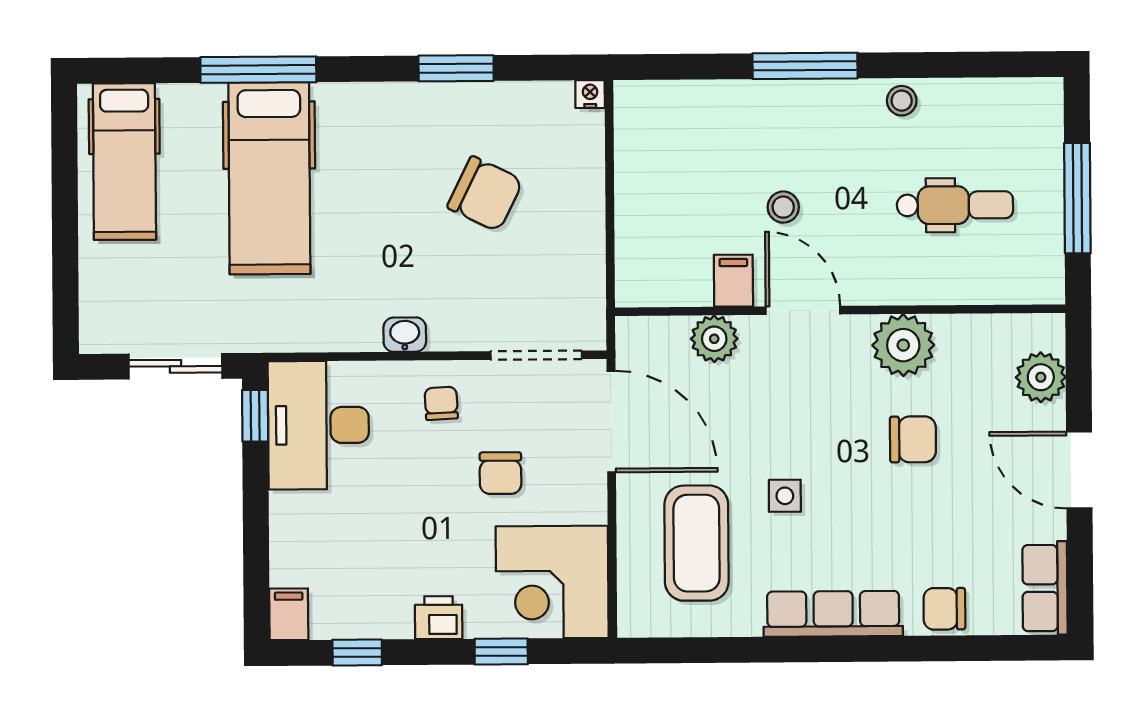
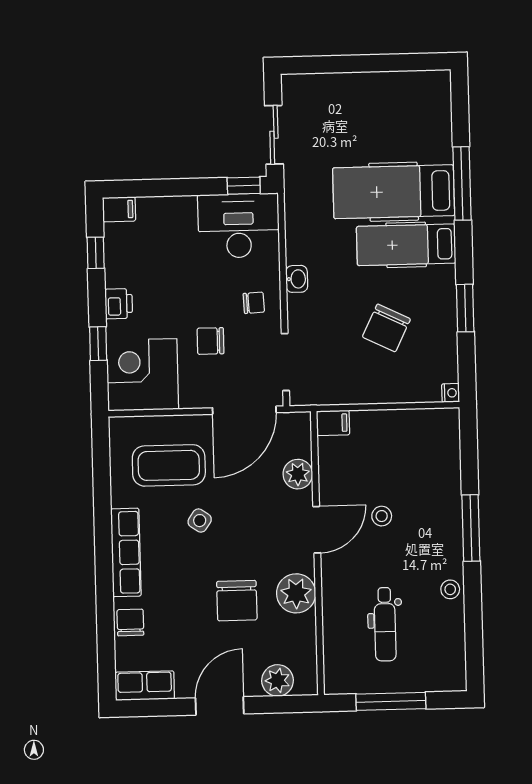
hospital bed: (124, 162) -> (406, 245), moved
filing cabinet: (733, 281) -> (333, 423), moved
chair: (913, 439) -> (237, 601), width x1.37, depth x1.37
side table: (785, 496) -> (200, 521), turned 34

